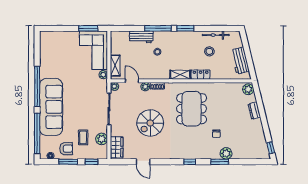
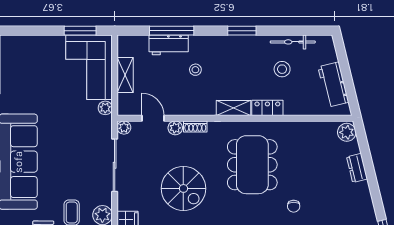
window: (158, 28) -> (172, 31), moved
shelving: (115, 66) -> (125, 75), moved
spiral stairs: (150, 123) -> (183, 188), turned -90

